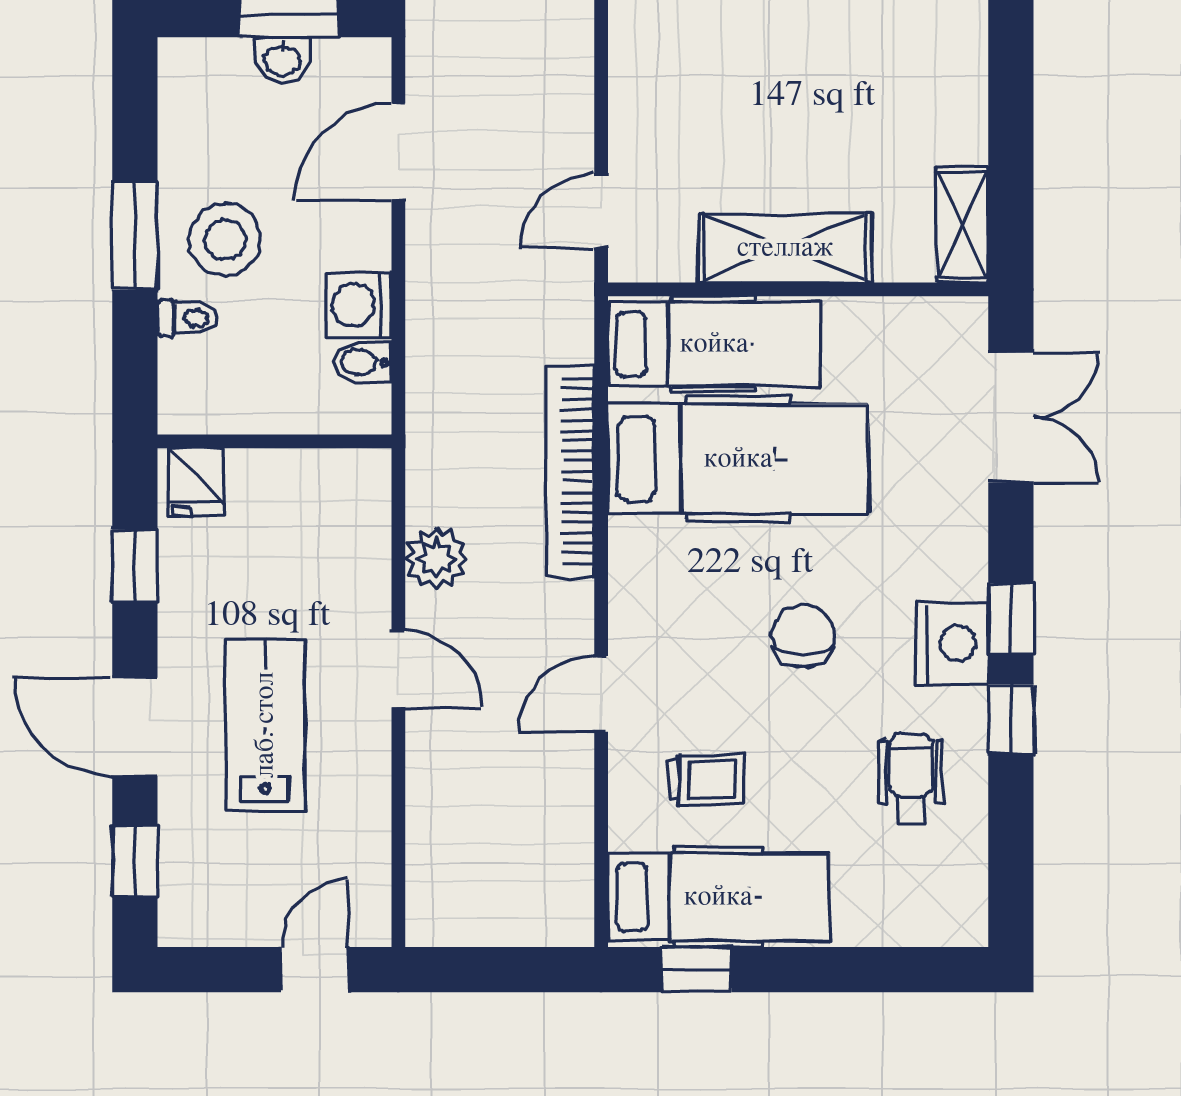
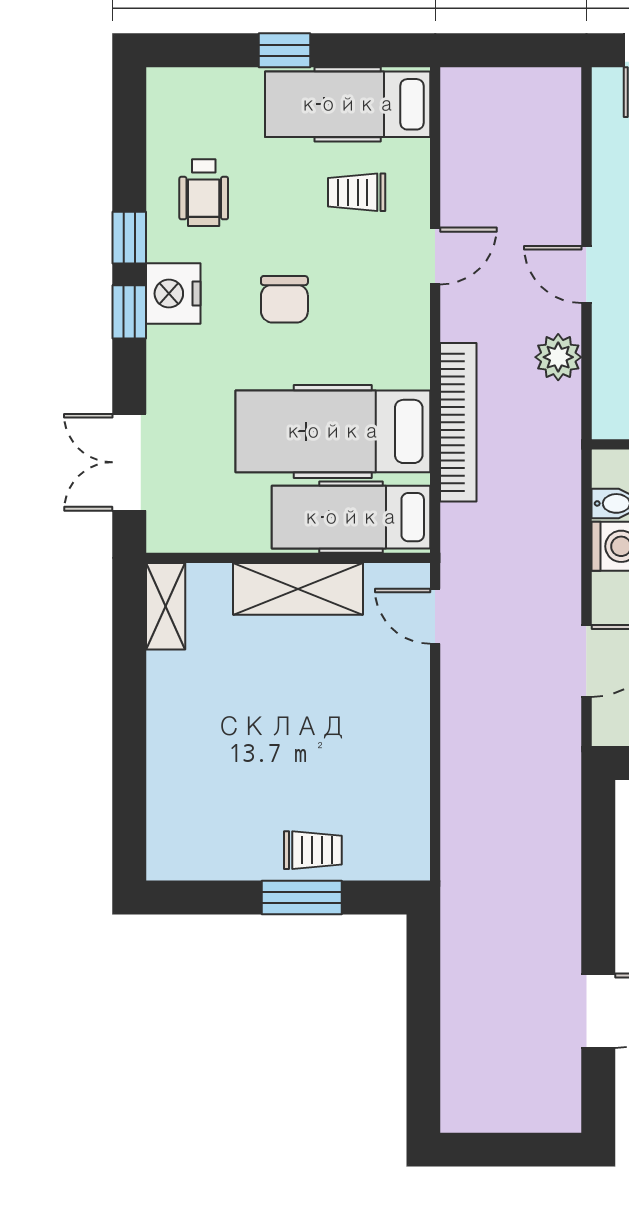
door: (601, 211) -> (435, 616), swing flipped
window: (697, 970) -> (285, 50), moved

